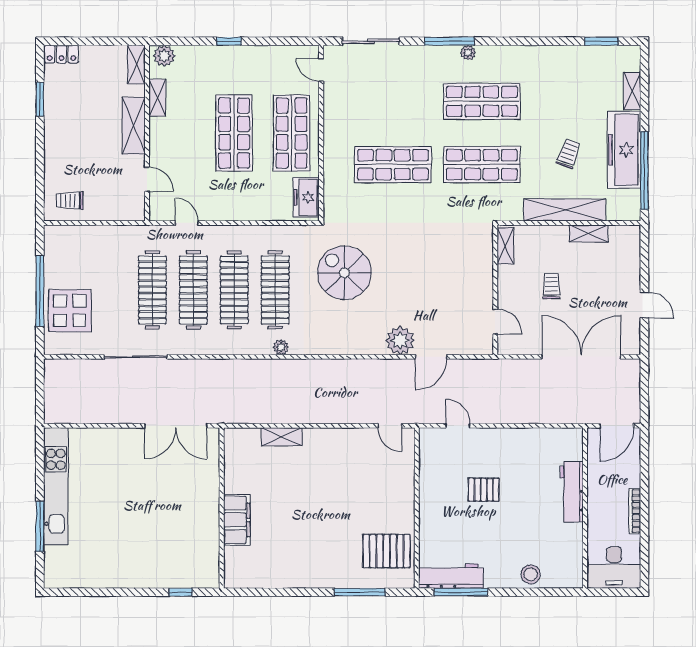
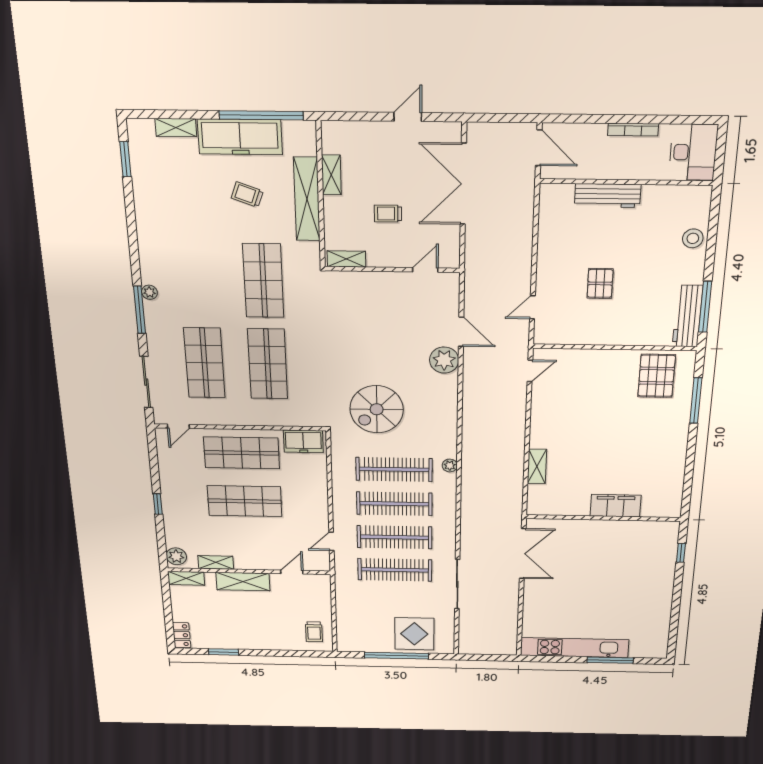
shop shelf: (482, 101) -> (204, 363), moved

